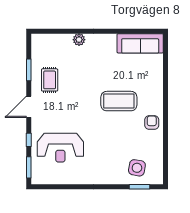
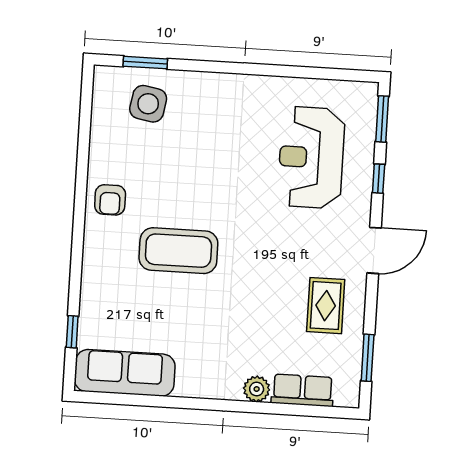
row of seats: (58, 40) -> (303, 390), added
window: (165, 61) -> (72, 332), added
window: (29, 70) -> (368, 358), moved
reception desk: (60, 148) -> (311, 157), turned -90

